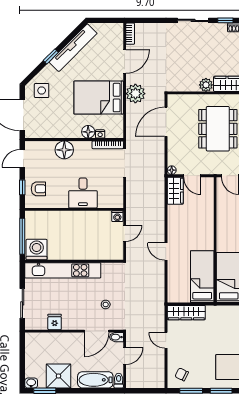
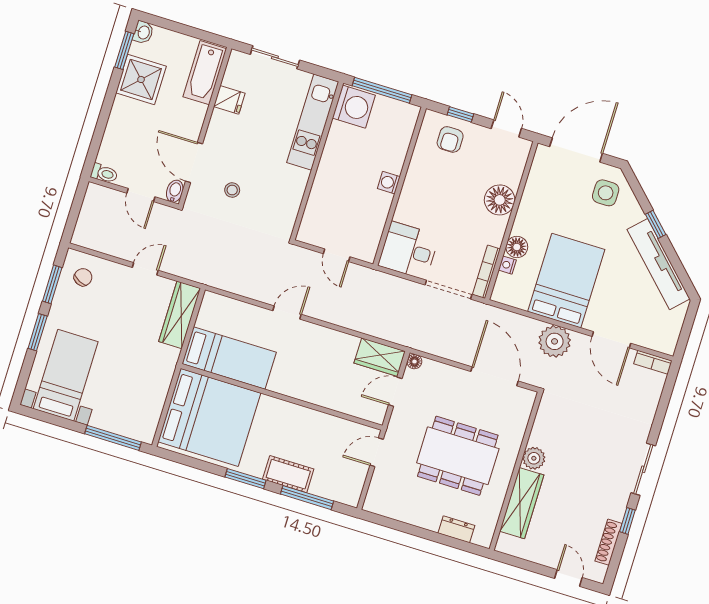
desk: (83, 193) -> (409, 250), moved
washing machine: (117, 216) -> (389, 183), moved
kitchen unit: (63, 270) -> (313, 122), width x0.73
bathtub: (95, 380) -> (205, 73), moved, turned 180

